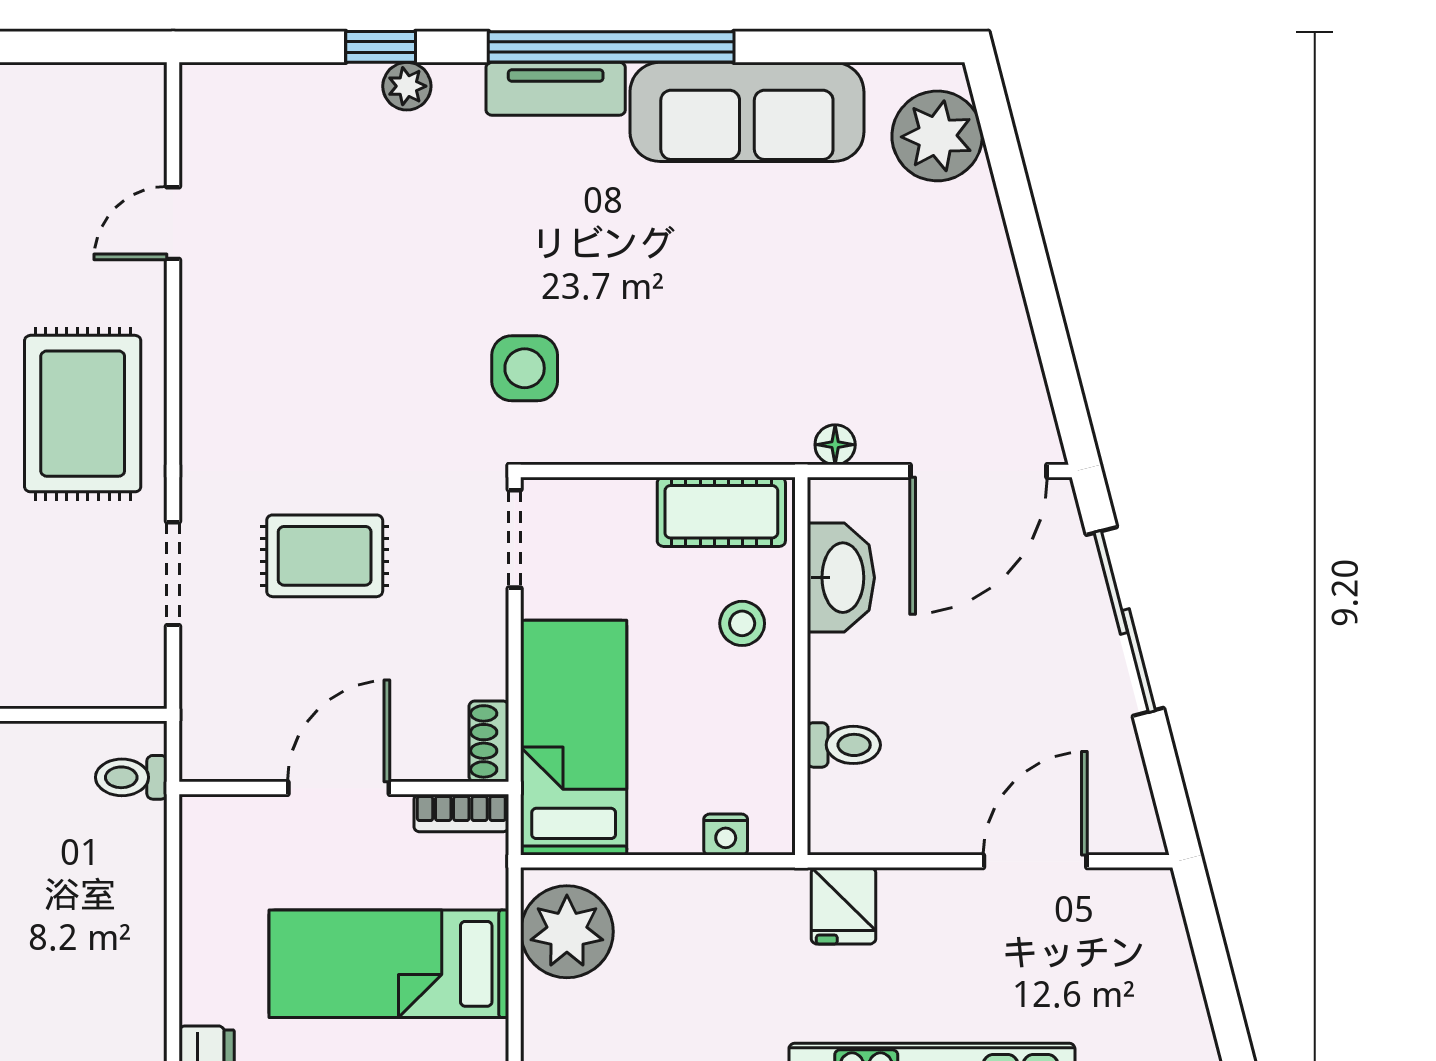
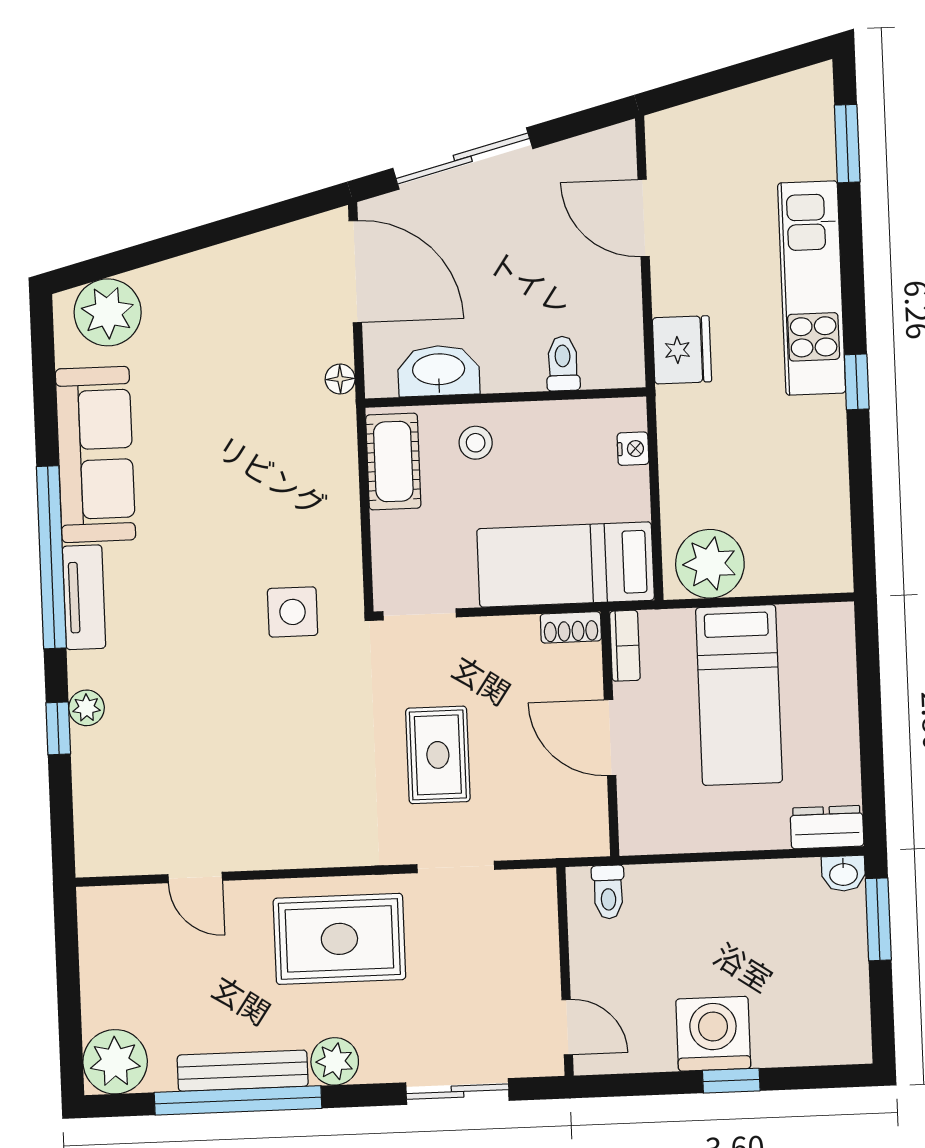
fridge: (843, 906) -> (682, 350), width x1.38

